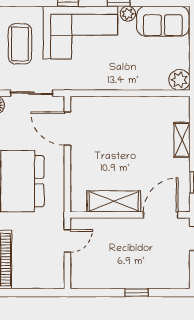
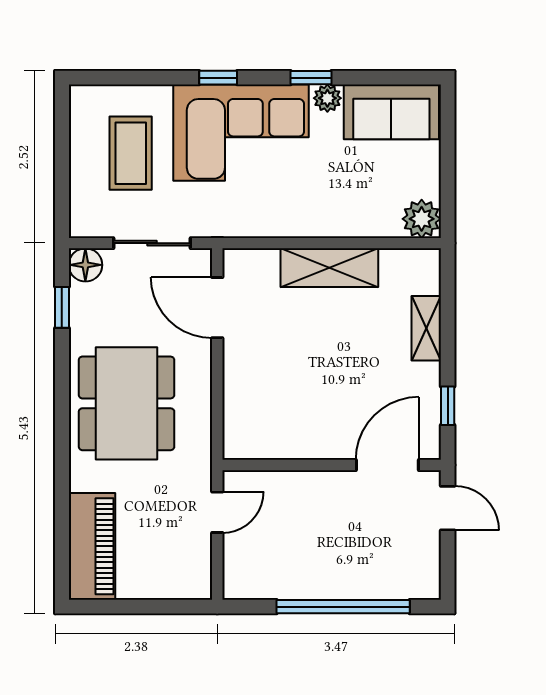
shelving: (114, 201) -> (329, 268), moved
window: (136, 293) -> (343, 607), width x3.17

